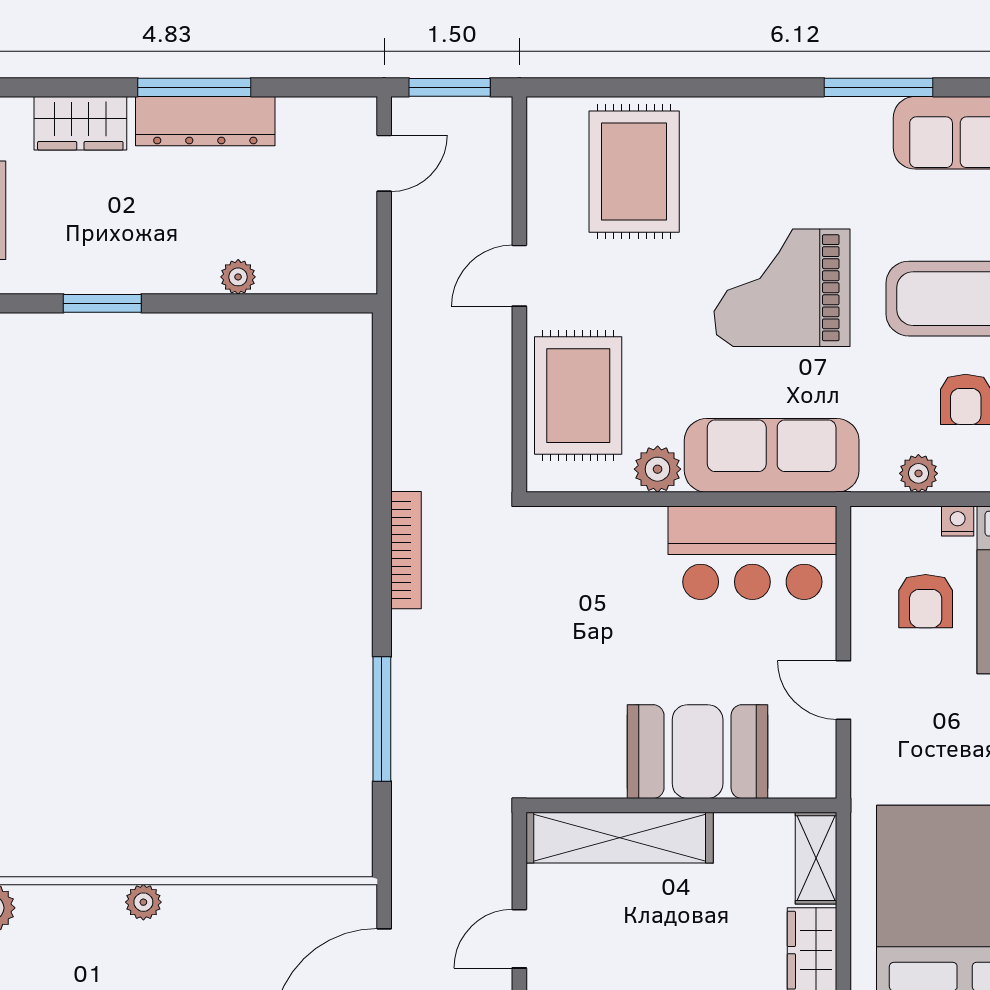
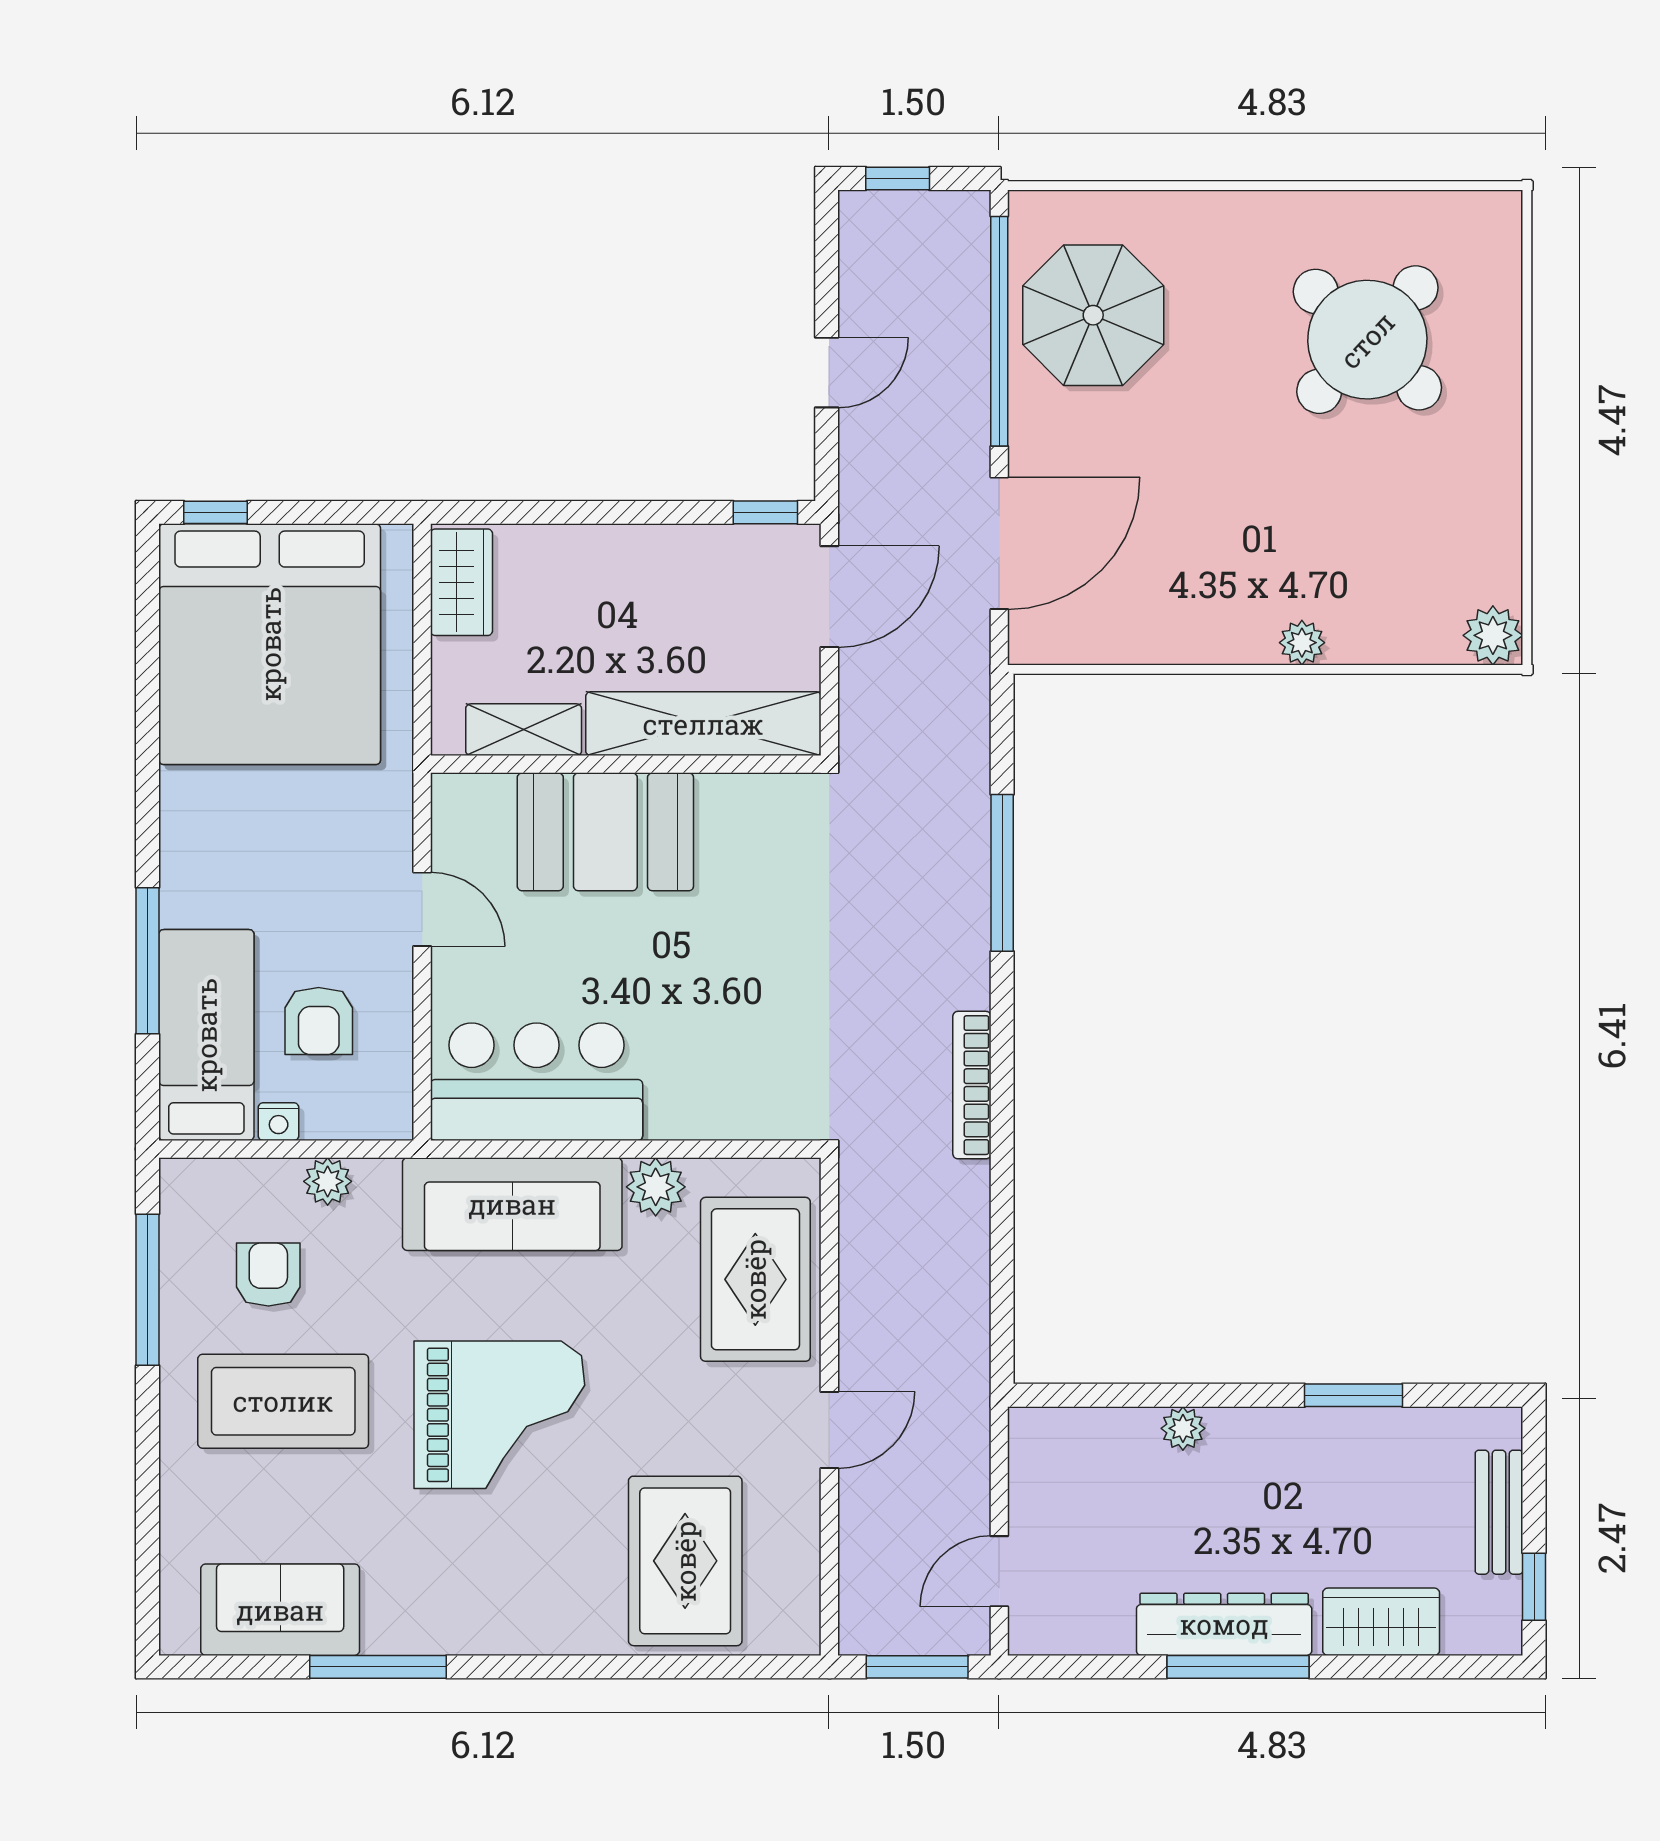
armchair: (926, 601) -> (319, 1021), turned 180
shelving: (816, 858) -> (524, 730), moved, turned 90
door: (519, 939) -> (829, 597), width x1.38

